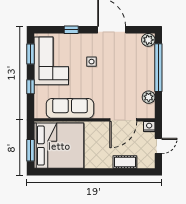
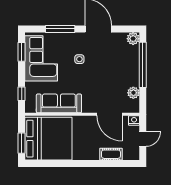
window: (71, 30) -> (60, 29), width x2.17
window: (31, 87) -> (22, 94), moved
door: (123, 120) -> (110, 114), hinge flipped

